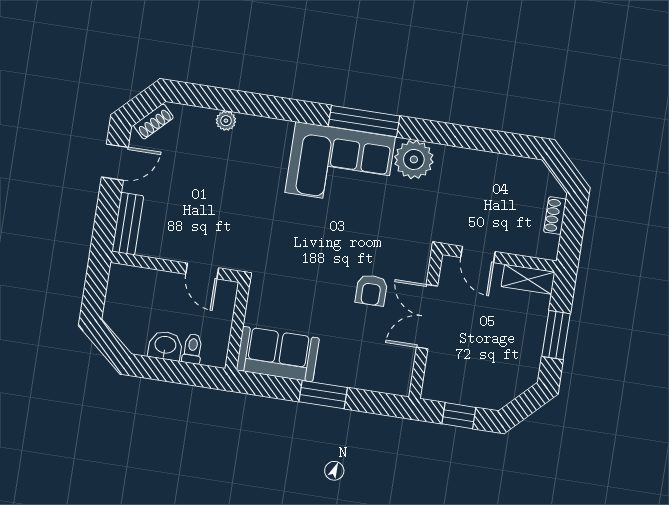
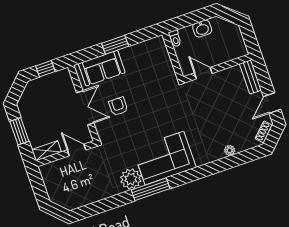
window: (364, 121) -> (151, 189), moved
shoe rack: (555, 216) -> (50, 188), removed
toilet: (192, 349) -> (175, 39), moved
sofa: (278, 354) -> (102, 68), moved

